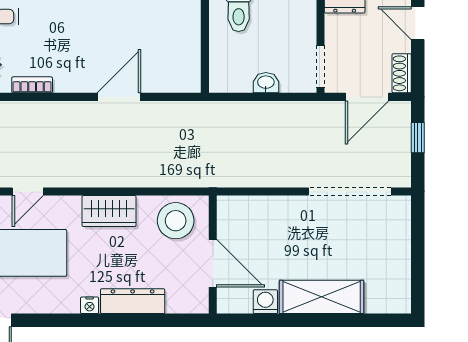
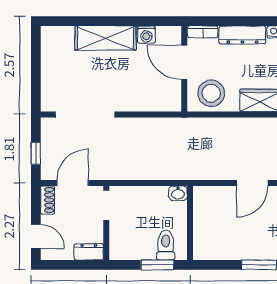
washbasin: (266, 83) -> (178, 193), moved
bookcase: (187, 305) -> (203, 32), added

